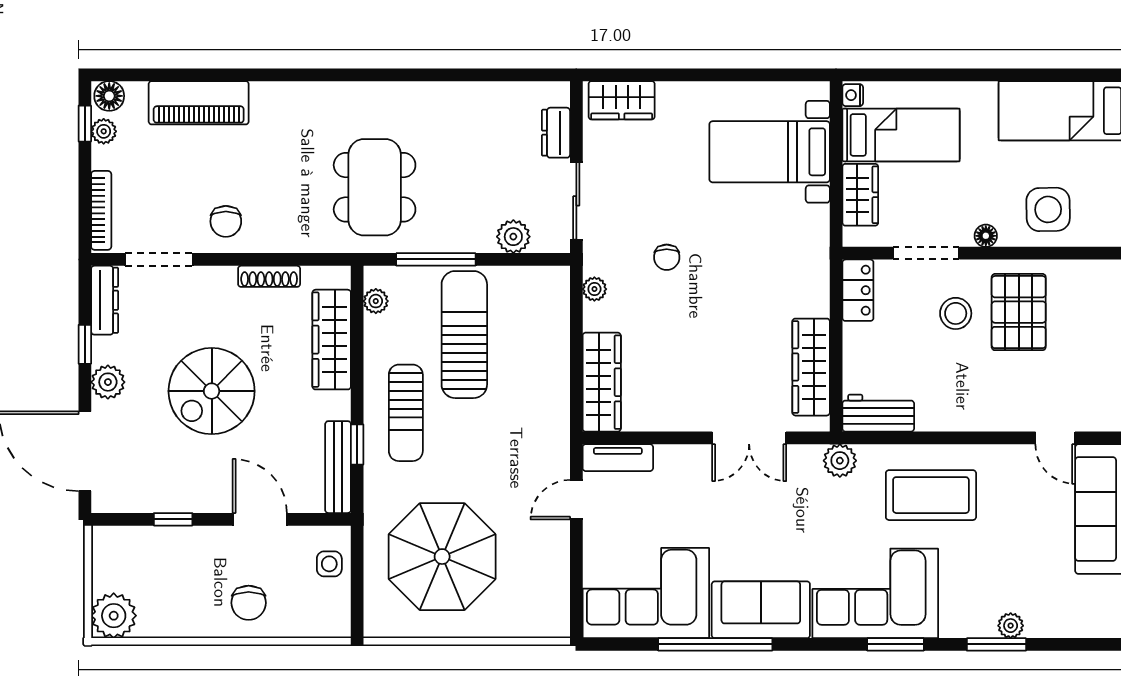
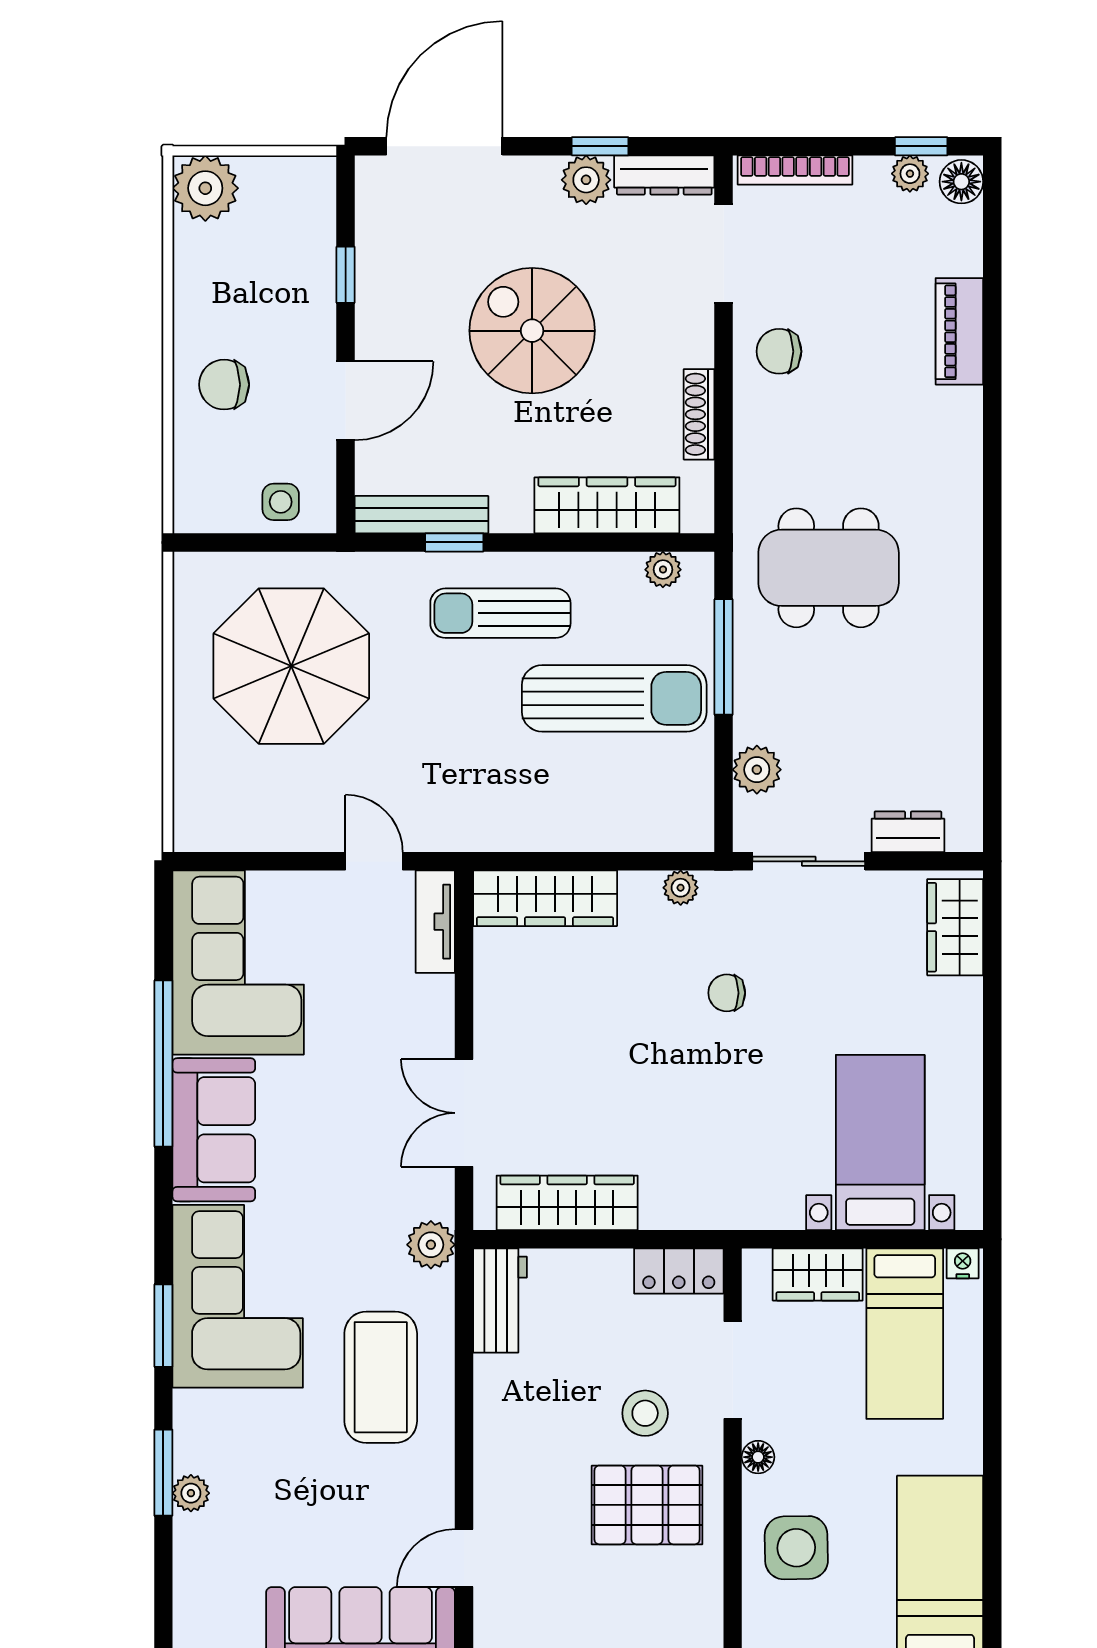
piano: (199, 103) -> (959, 331), width x0.73, depth x0.75
plant: (108, 382) -> (586, 180), moved

